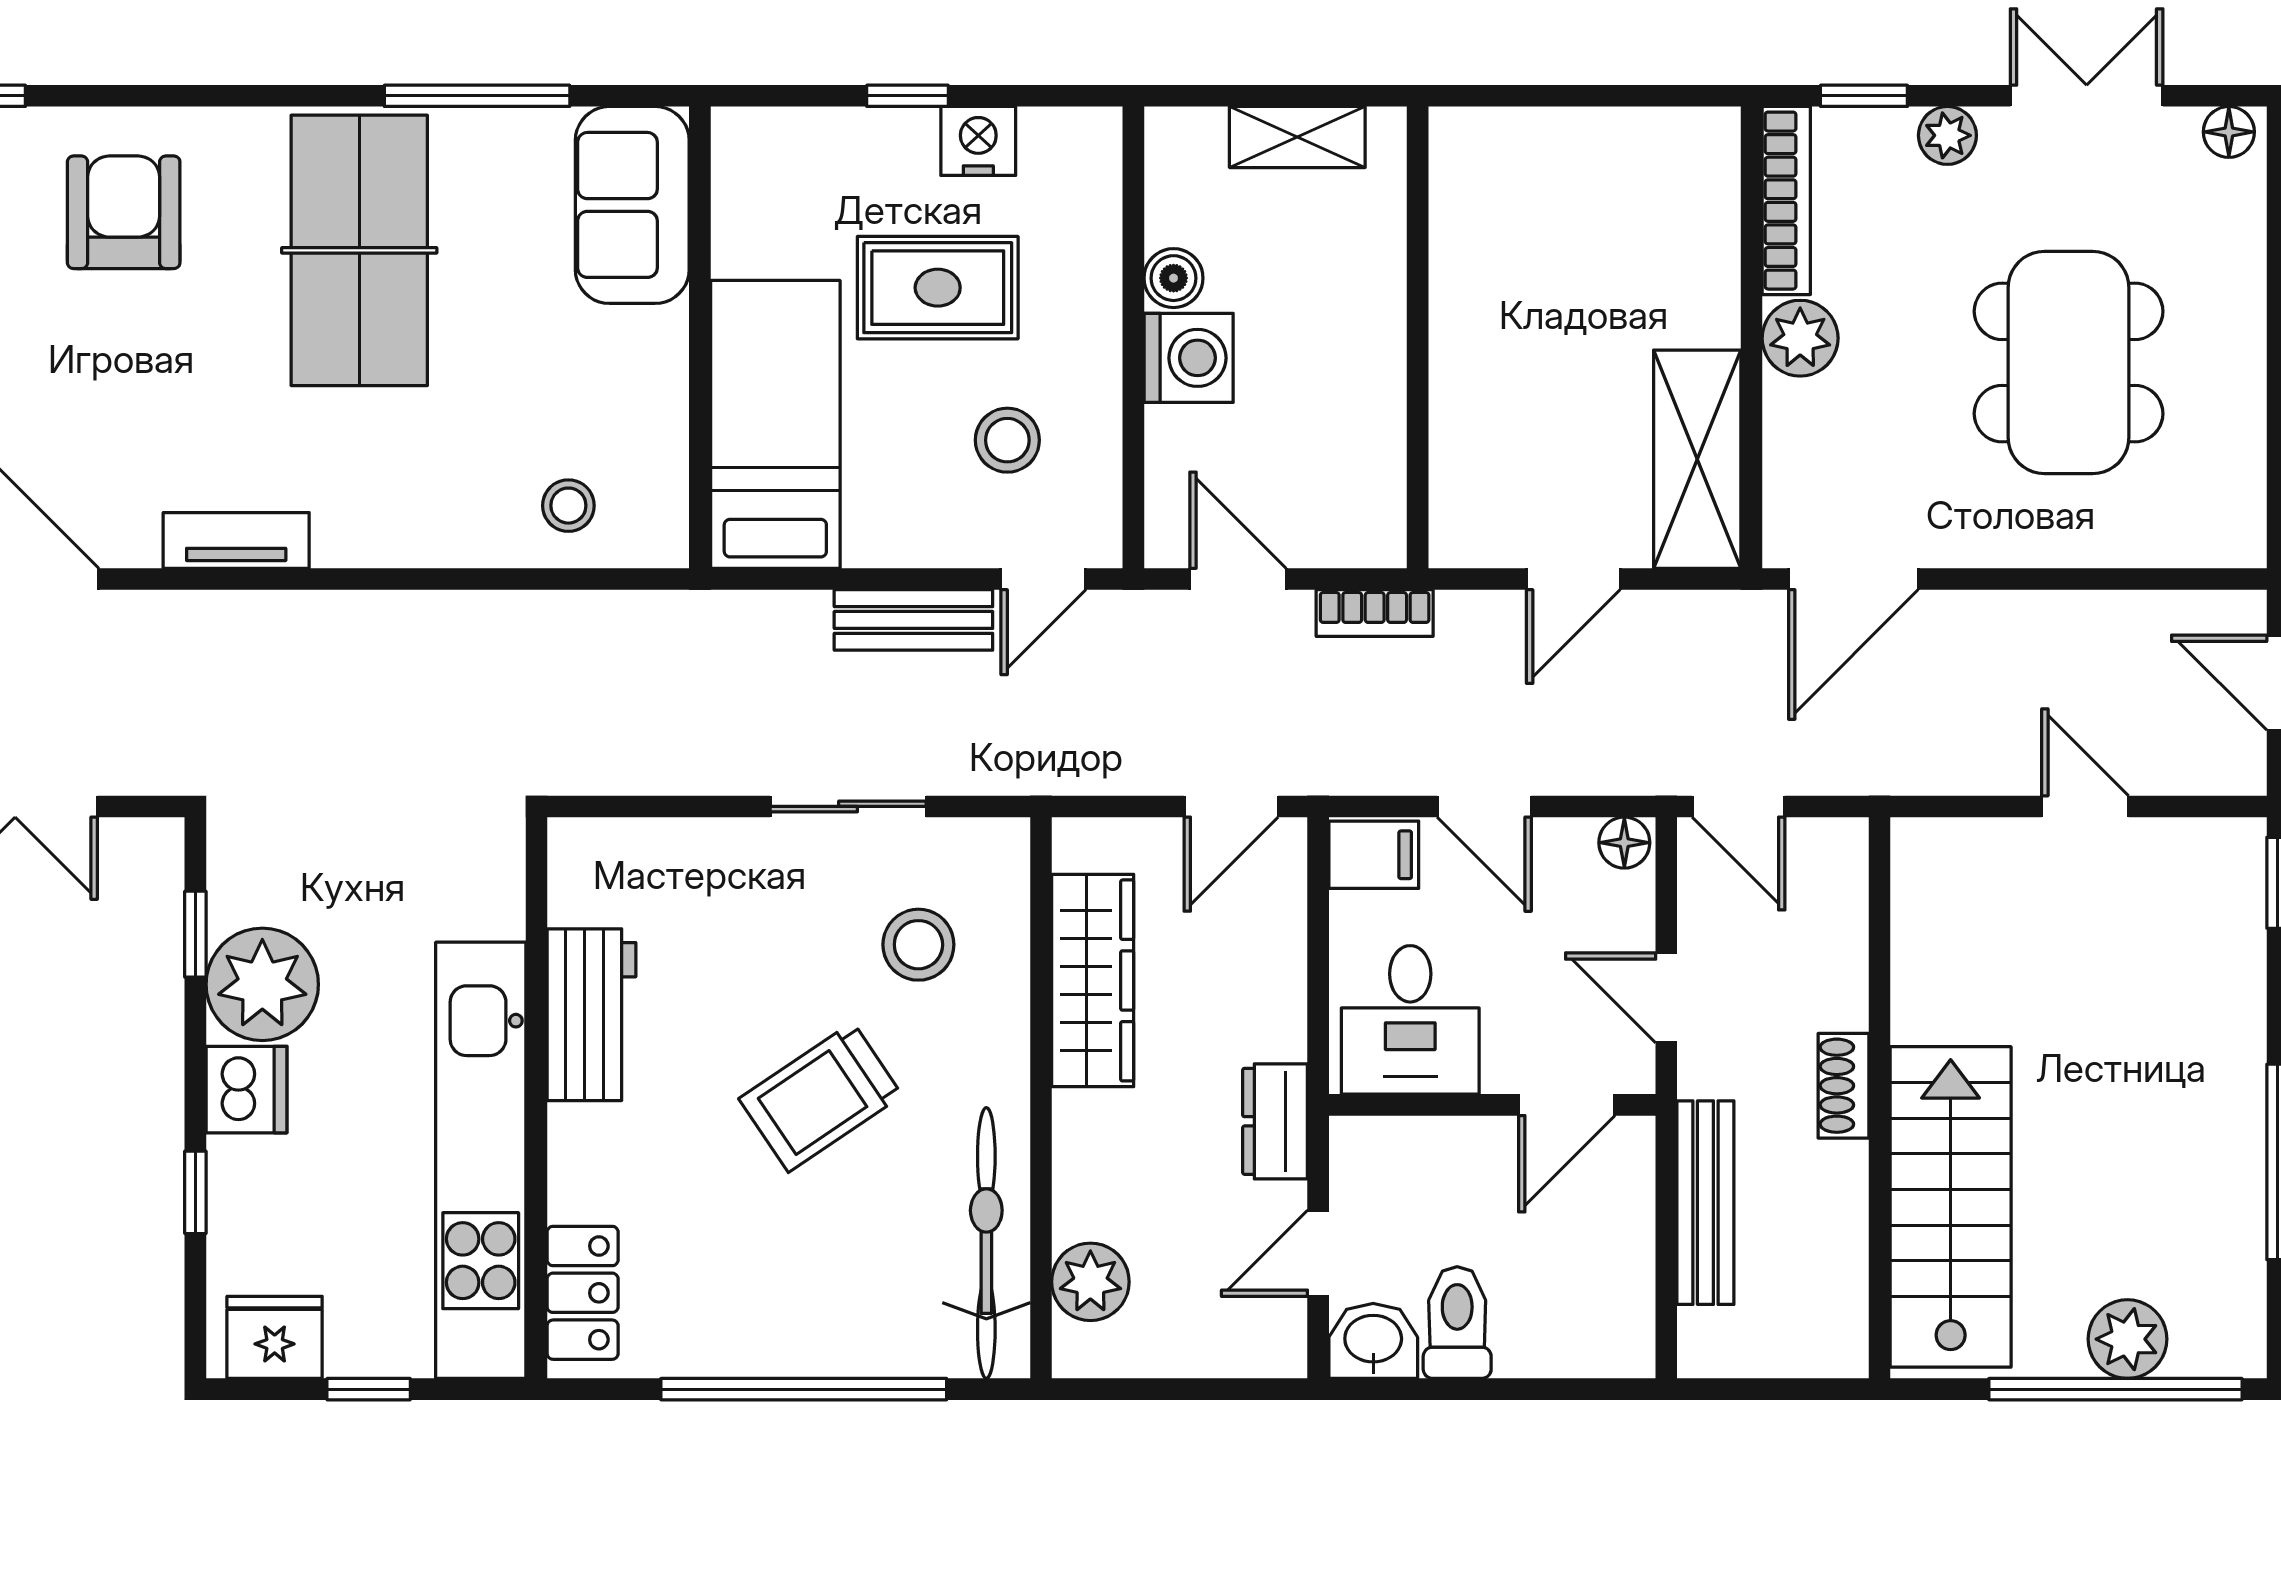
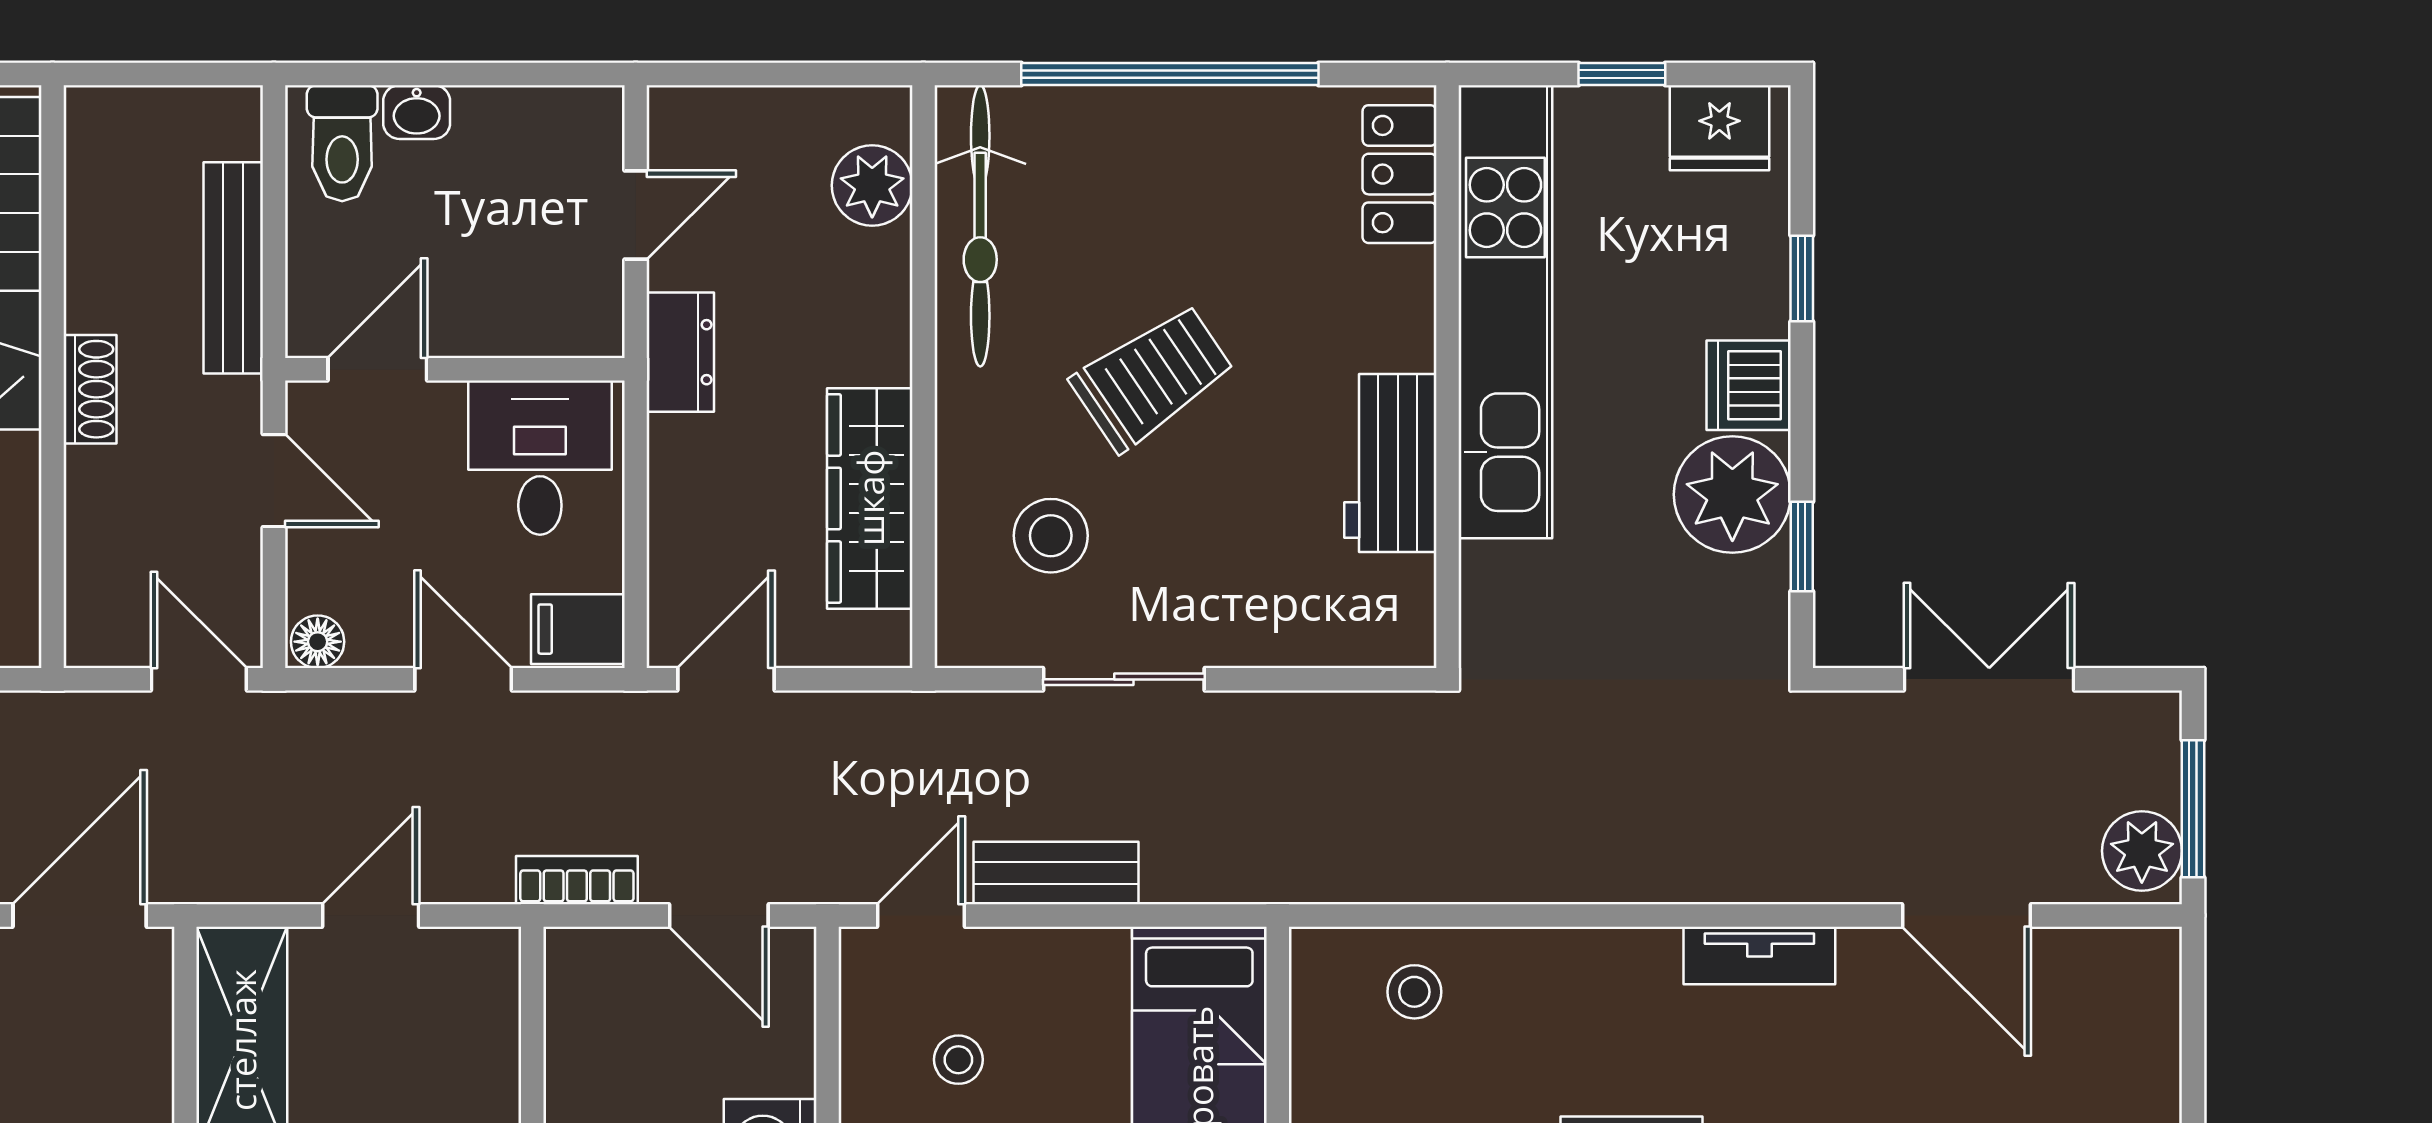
stool: (1007, 440) -> (958, 1060), width x0.73, depth x0.73
toilet: (1457, 1323) -> (342, 143), moved
washbasin: (1373, 1341) -> (417, 112), moved, width x0.72, depth x0.69

